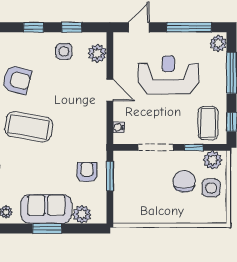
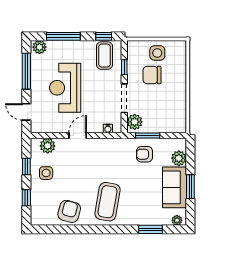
coffee table: (208, 123) -> (105, 56), turned 90
plant: (213, 160) -> (135, 122), moved

